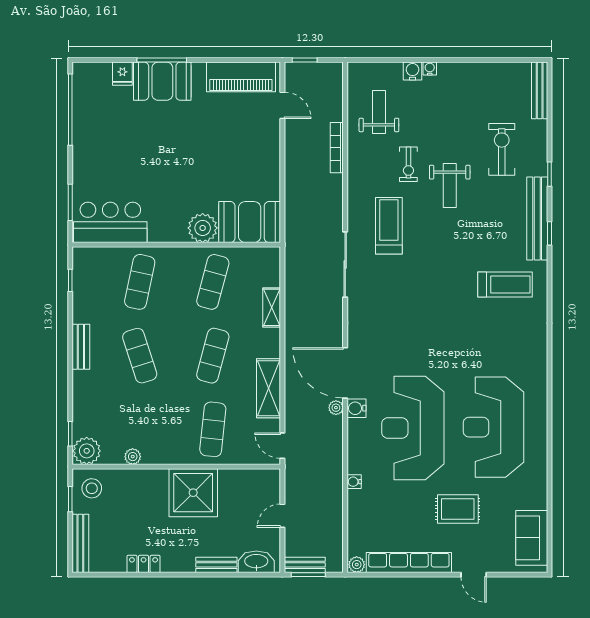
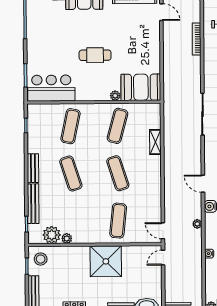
cafe table: (179, 172) -> (95, 55), added
plant: (203, 228) -> (115, 96), width x0.53, depth x0.53
exercise mat: (213, 356) -> (118, 173), turned -33
door: (345, 373) -> (203, 184), width x0.53
shelving: (269, 388) -> (154, 194), removed
bench: (81, 402) -> (33, 204), added
plant: (336, 408) -> (197, 224), moved
plant: (87, 451) -> (52, 235), moved
door: (282, 516) -> (163, 258), moved

